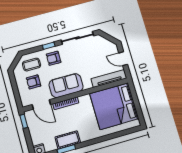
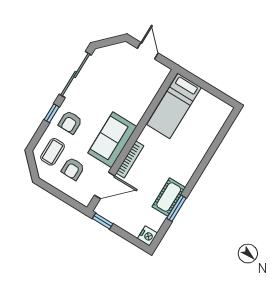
door: (123, 59) -> (148, 51), swing flipped
tv unit: (109, 78) -> (152, 88), removed
bed: (114, 106) -> (174, 106), width x0.49

